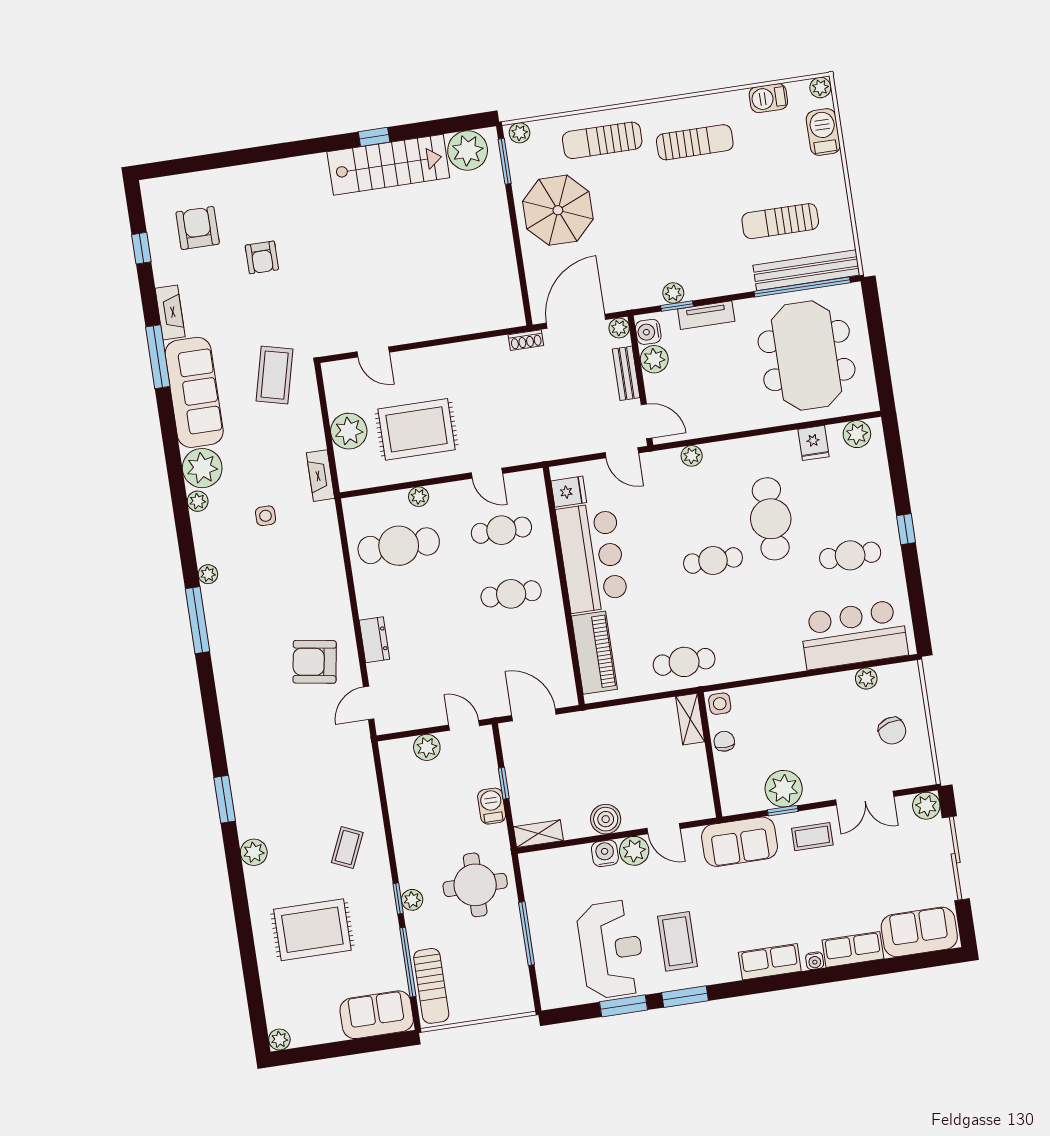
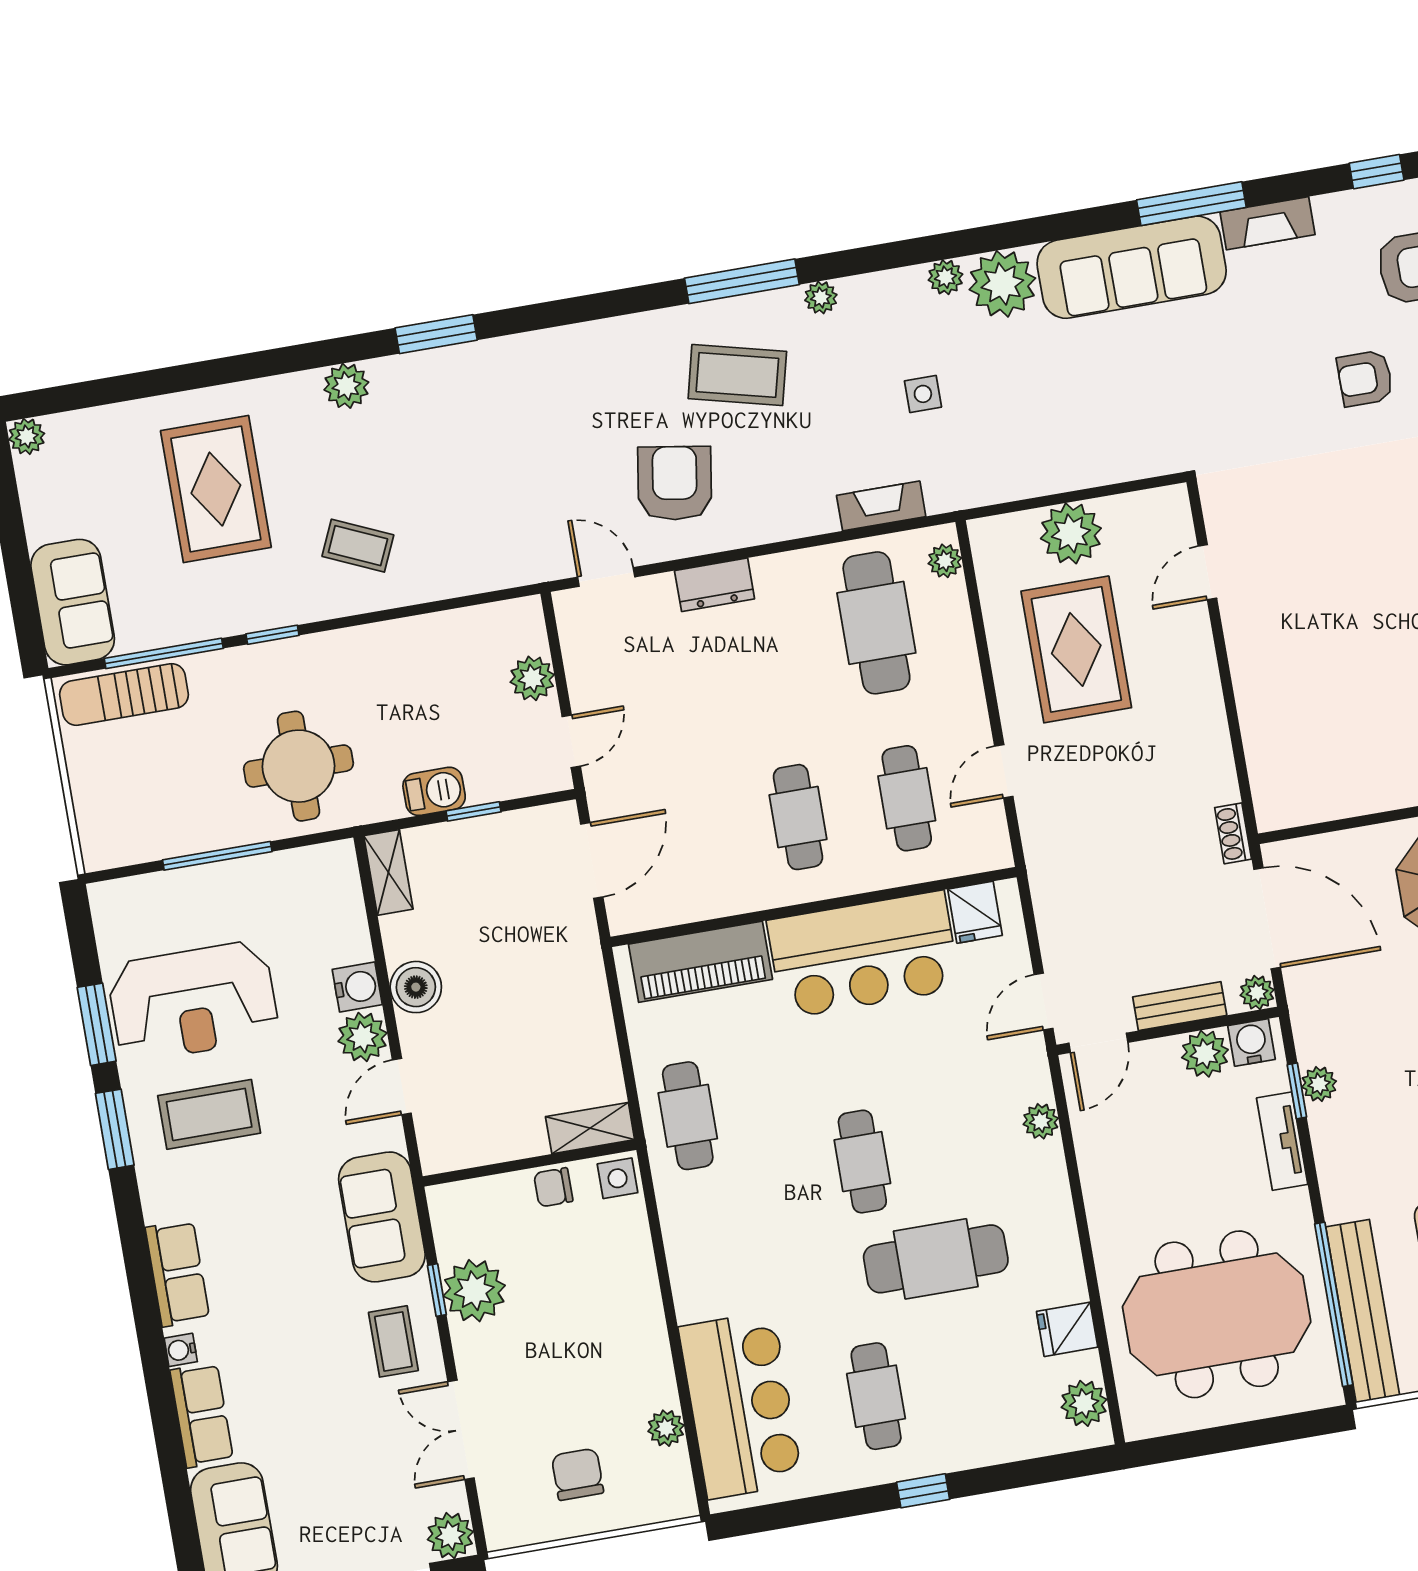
coffee table: (275, 375) -> (737, 375), moved
fireplace: (320, 476) -> (881, 506), moved
plant: (419, 497) -> (945, 561), moved
chair: (892, 731) -> (578, 1474), turned 107
chair: (724, 741) -> (553, 1187), turned 180
plant: (412, 900) -> (271, 659), removed

